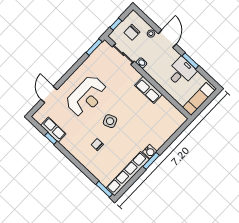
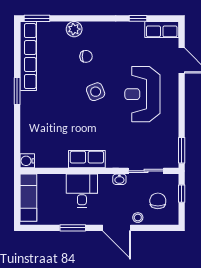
desk: (181, 72) -> (82, 191), moved, turned 180
row of seats: (53, 130) -> (162, 29), moved
water cooler: (150, 152) -> (27, 161), moved
plant: (90, 165) -> (74, 29), added

